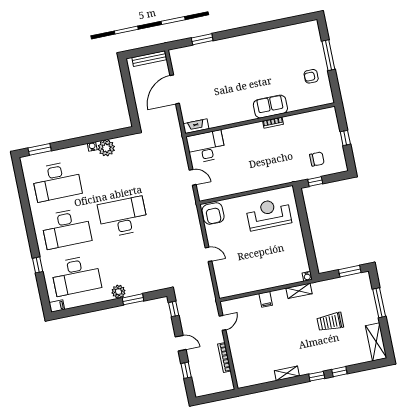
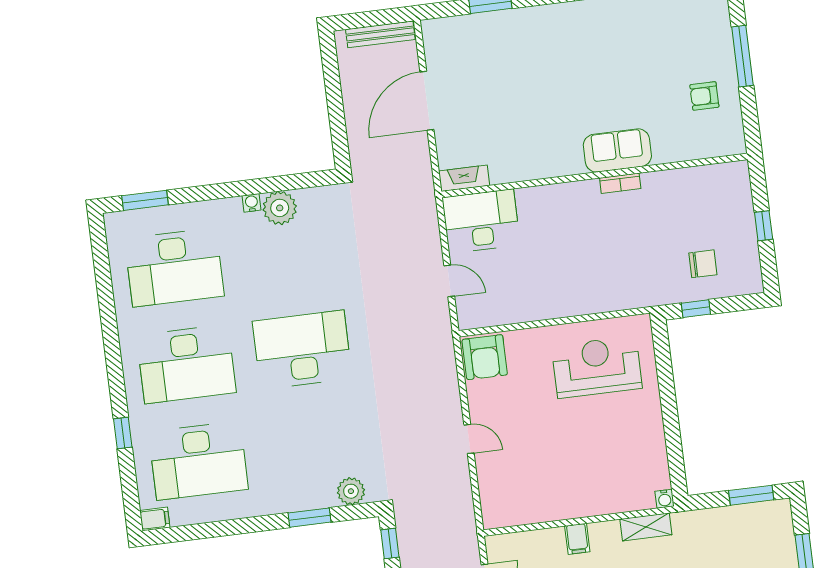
plant: (118, 292) -> (351, 491), moved

